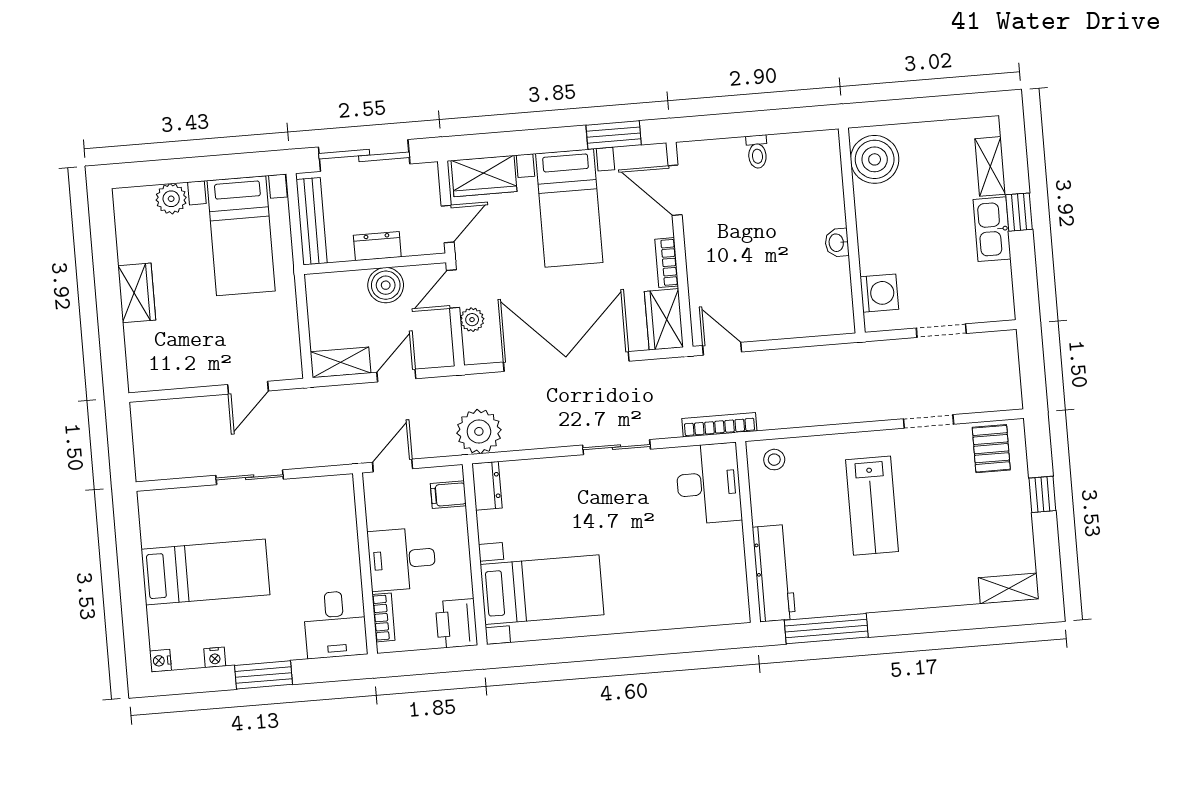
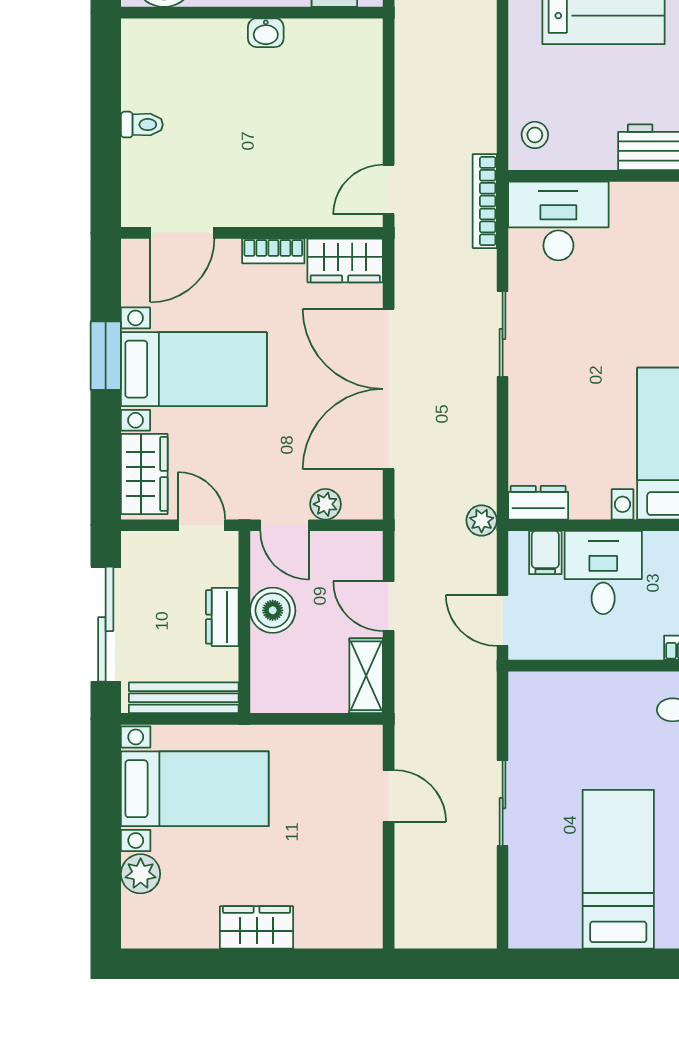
window: (614, 135) -> (106, 356), moved
plant: (479, 431) -> (482, 520), width x0.53, depth x0.53
desk: (402, 559) -> (603, 573), moved, turned 180

